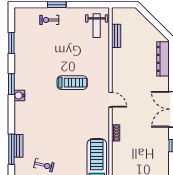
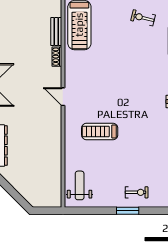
bench: (116, 36) -> (56, 32), moved
treadmill: (72, 83) -> (100, 132), moved

